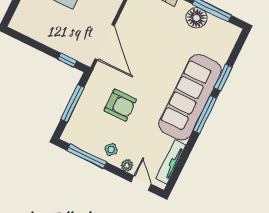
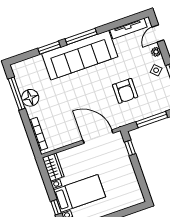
door: (105, 42) -> (98, 137), hinge flipped
armchair: (120, 105) -> (125, 91), turned 180

